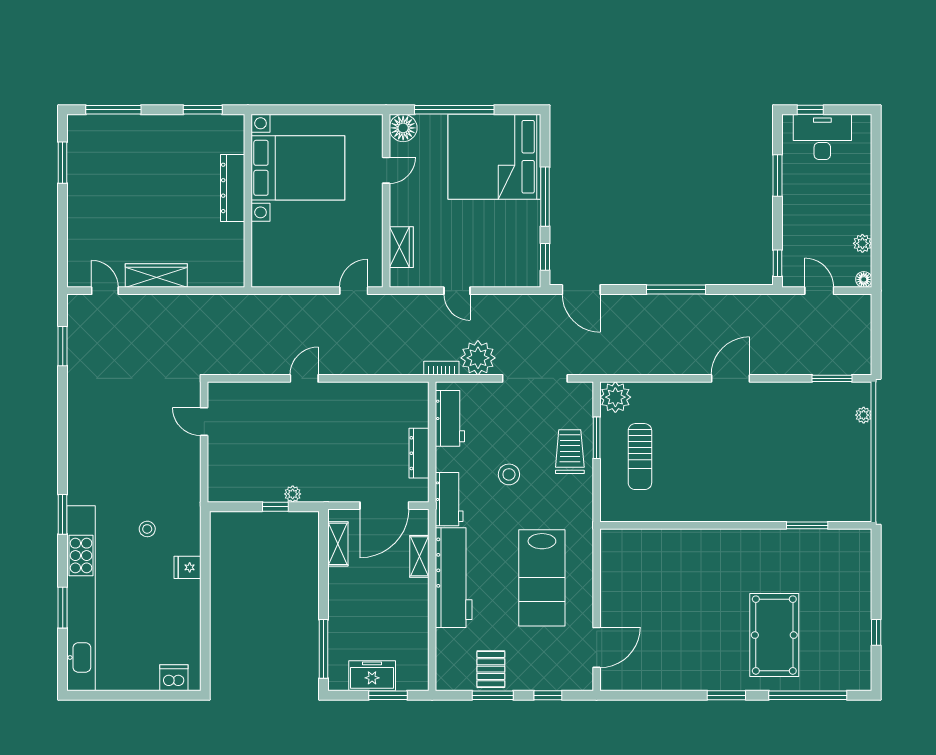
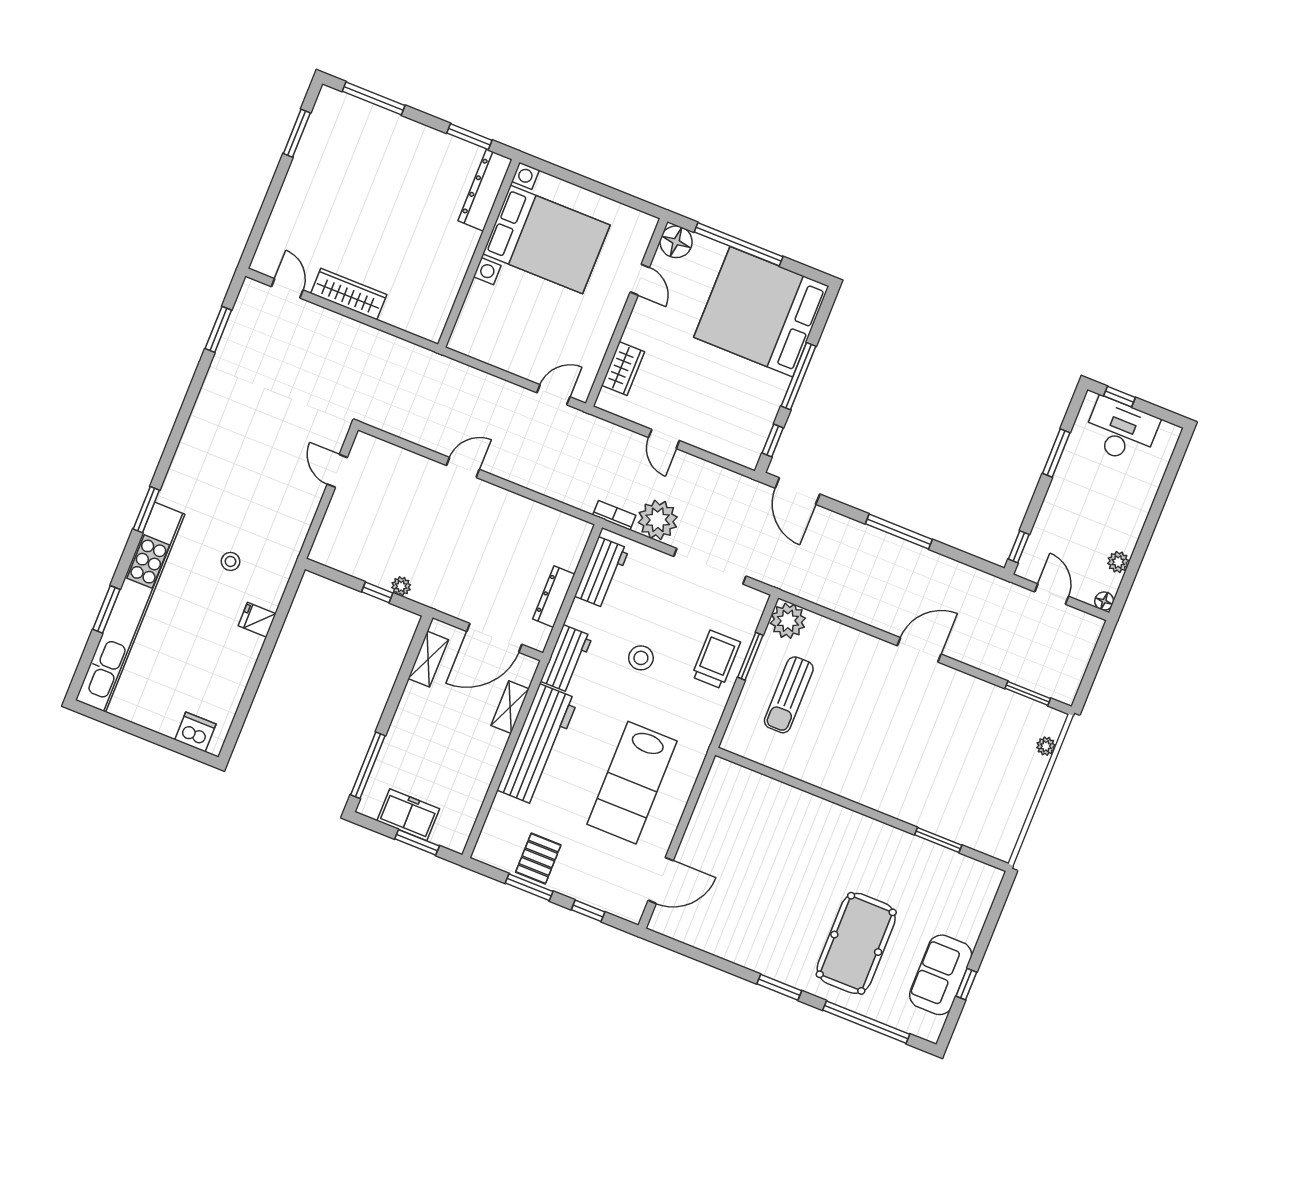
door: (386, 170) -> (640, 280), hinge flipped
dresser: (233, 188) -> (485, 190), moved
sofa: (852, 633) -> (941, 975), added

